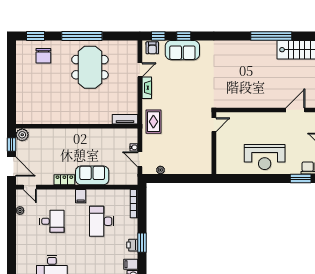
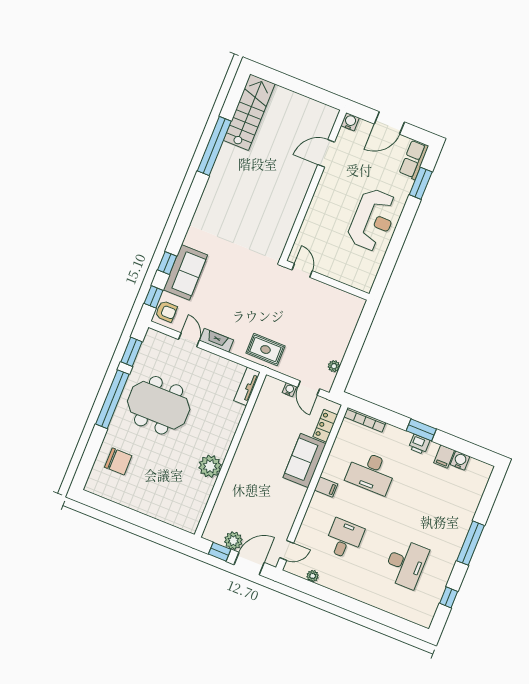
window: (35, 36) -> (131, 352), moved
door: (295, 110) -> (326, 153), hinge flipped
plant: (64, 116) -> (210, 466), added
plant: (22, 135) -> (233, 541), moved
door: (140, 159) -> (309, 388), hinge flipped
locker: (64, 180) -> (325, 426), moved

